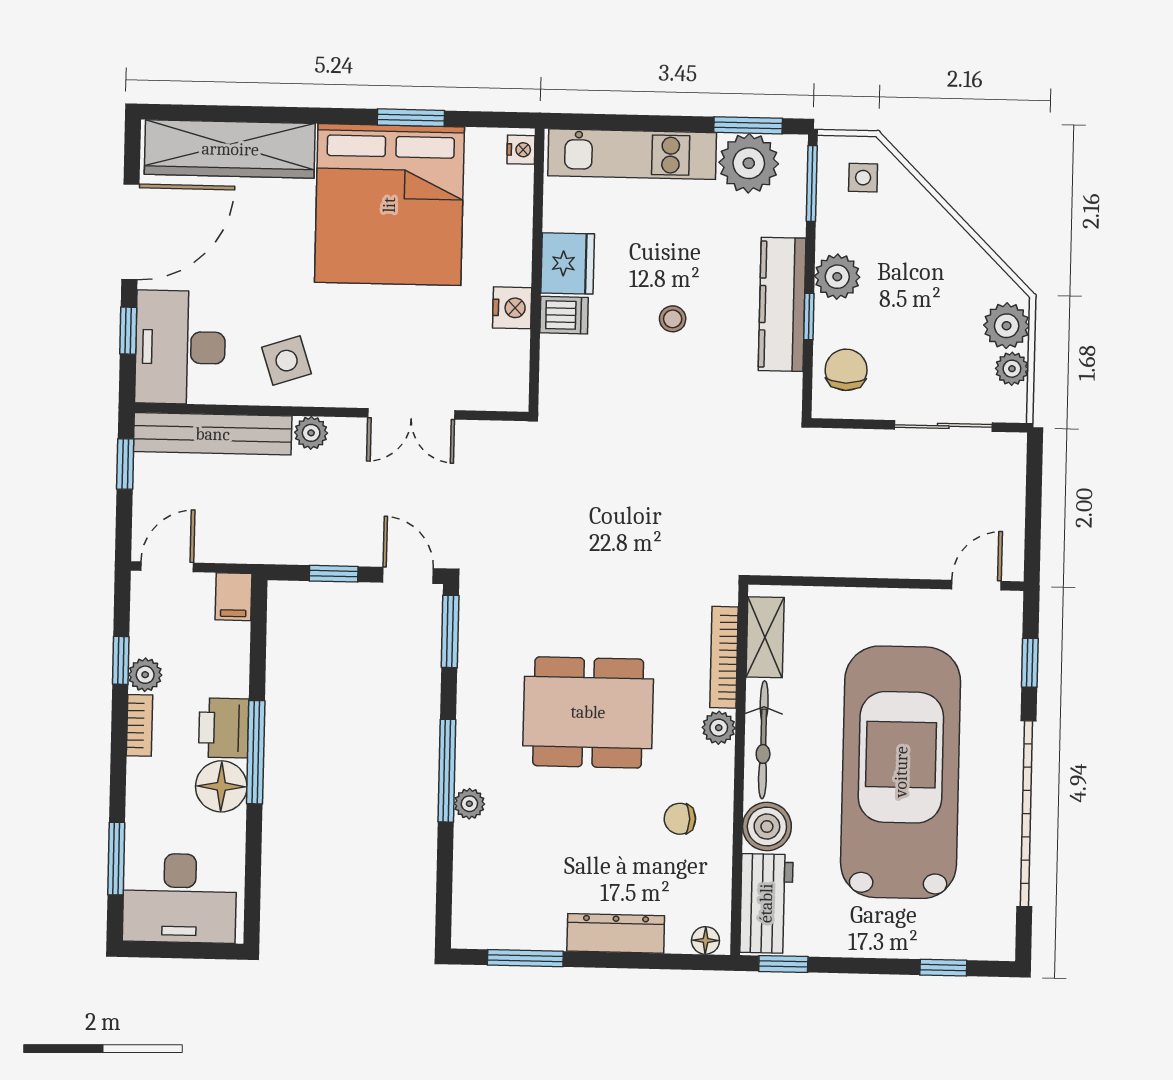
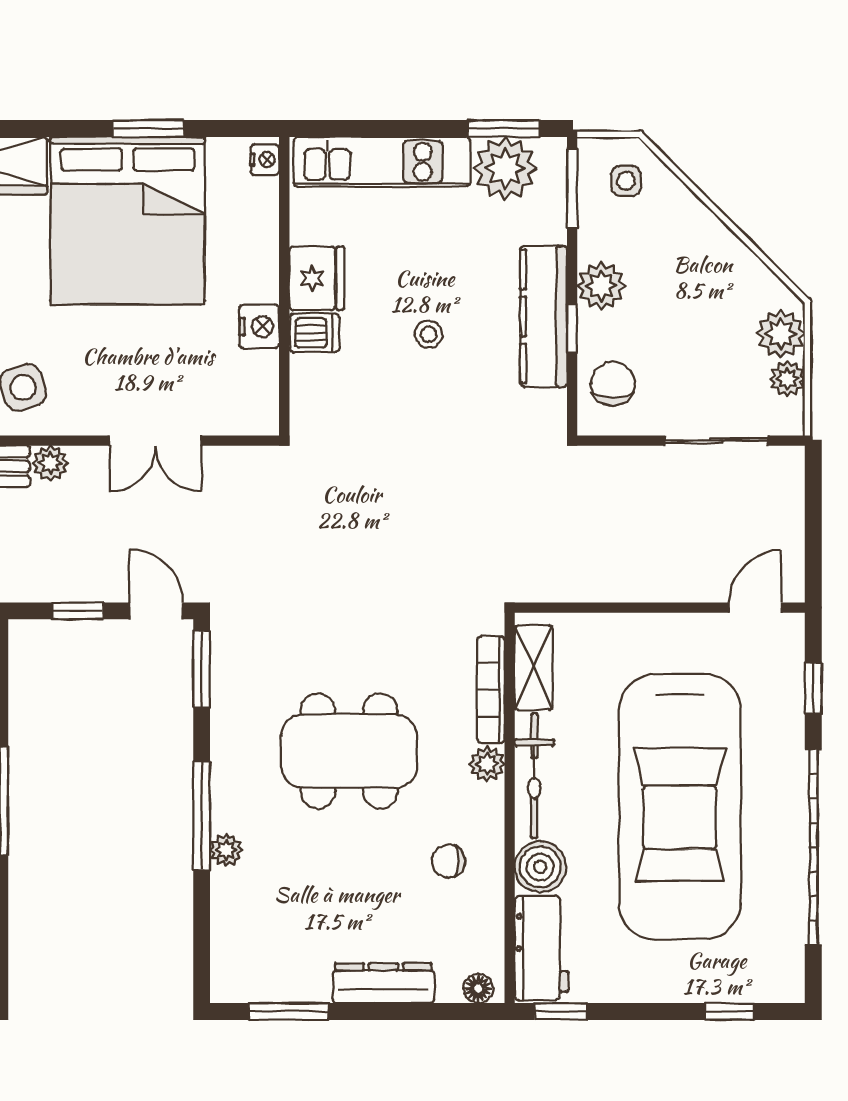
car: (901, 772) -> (680, 807), turned 180

